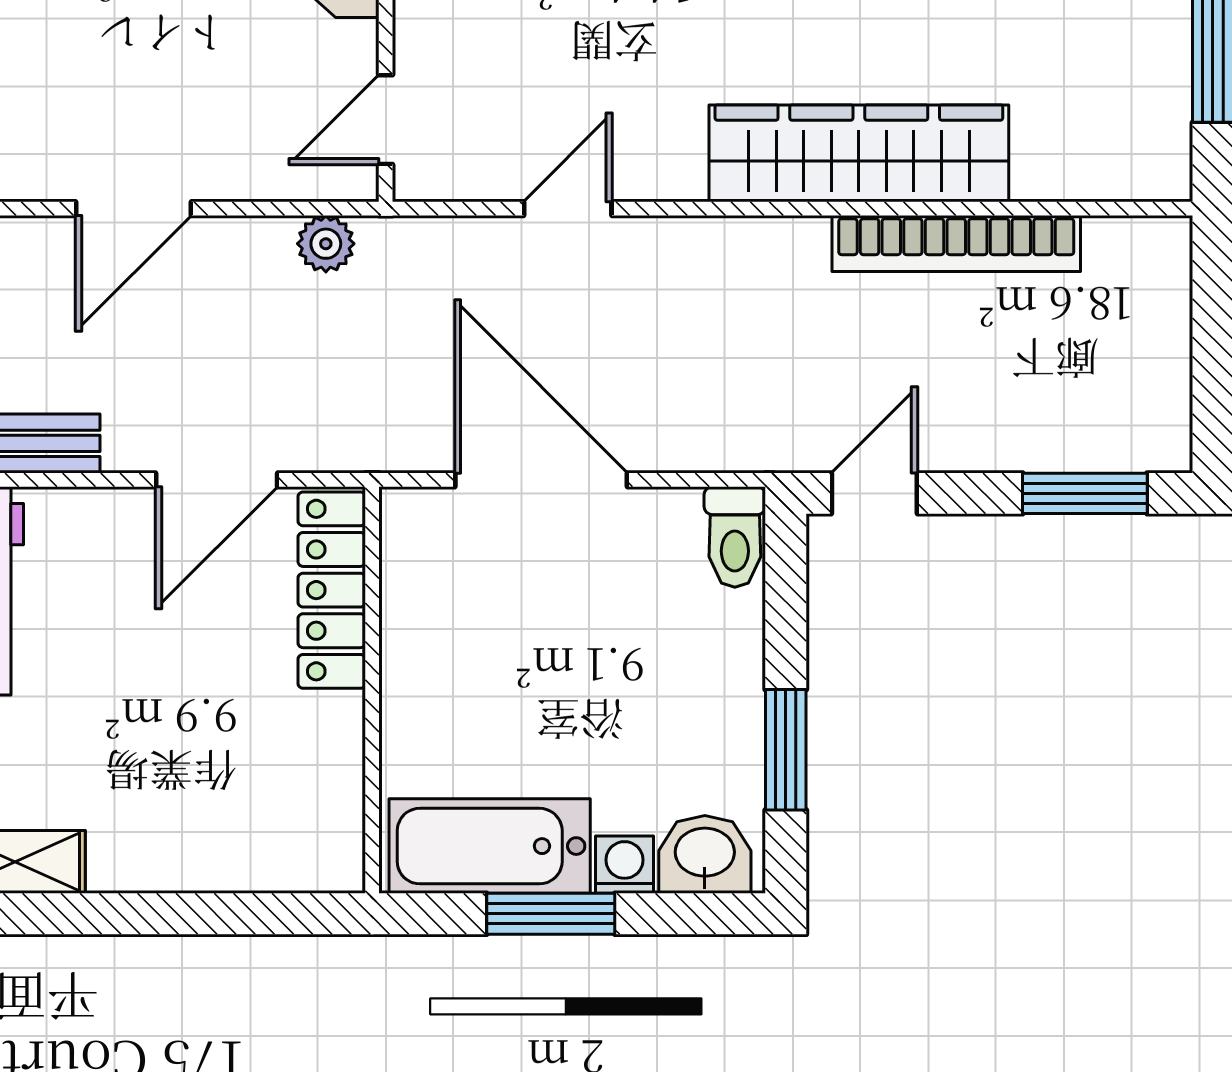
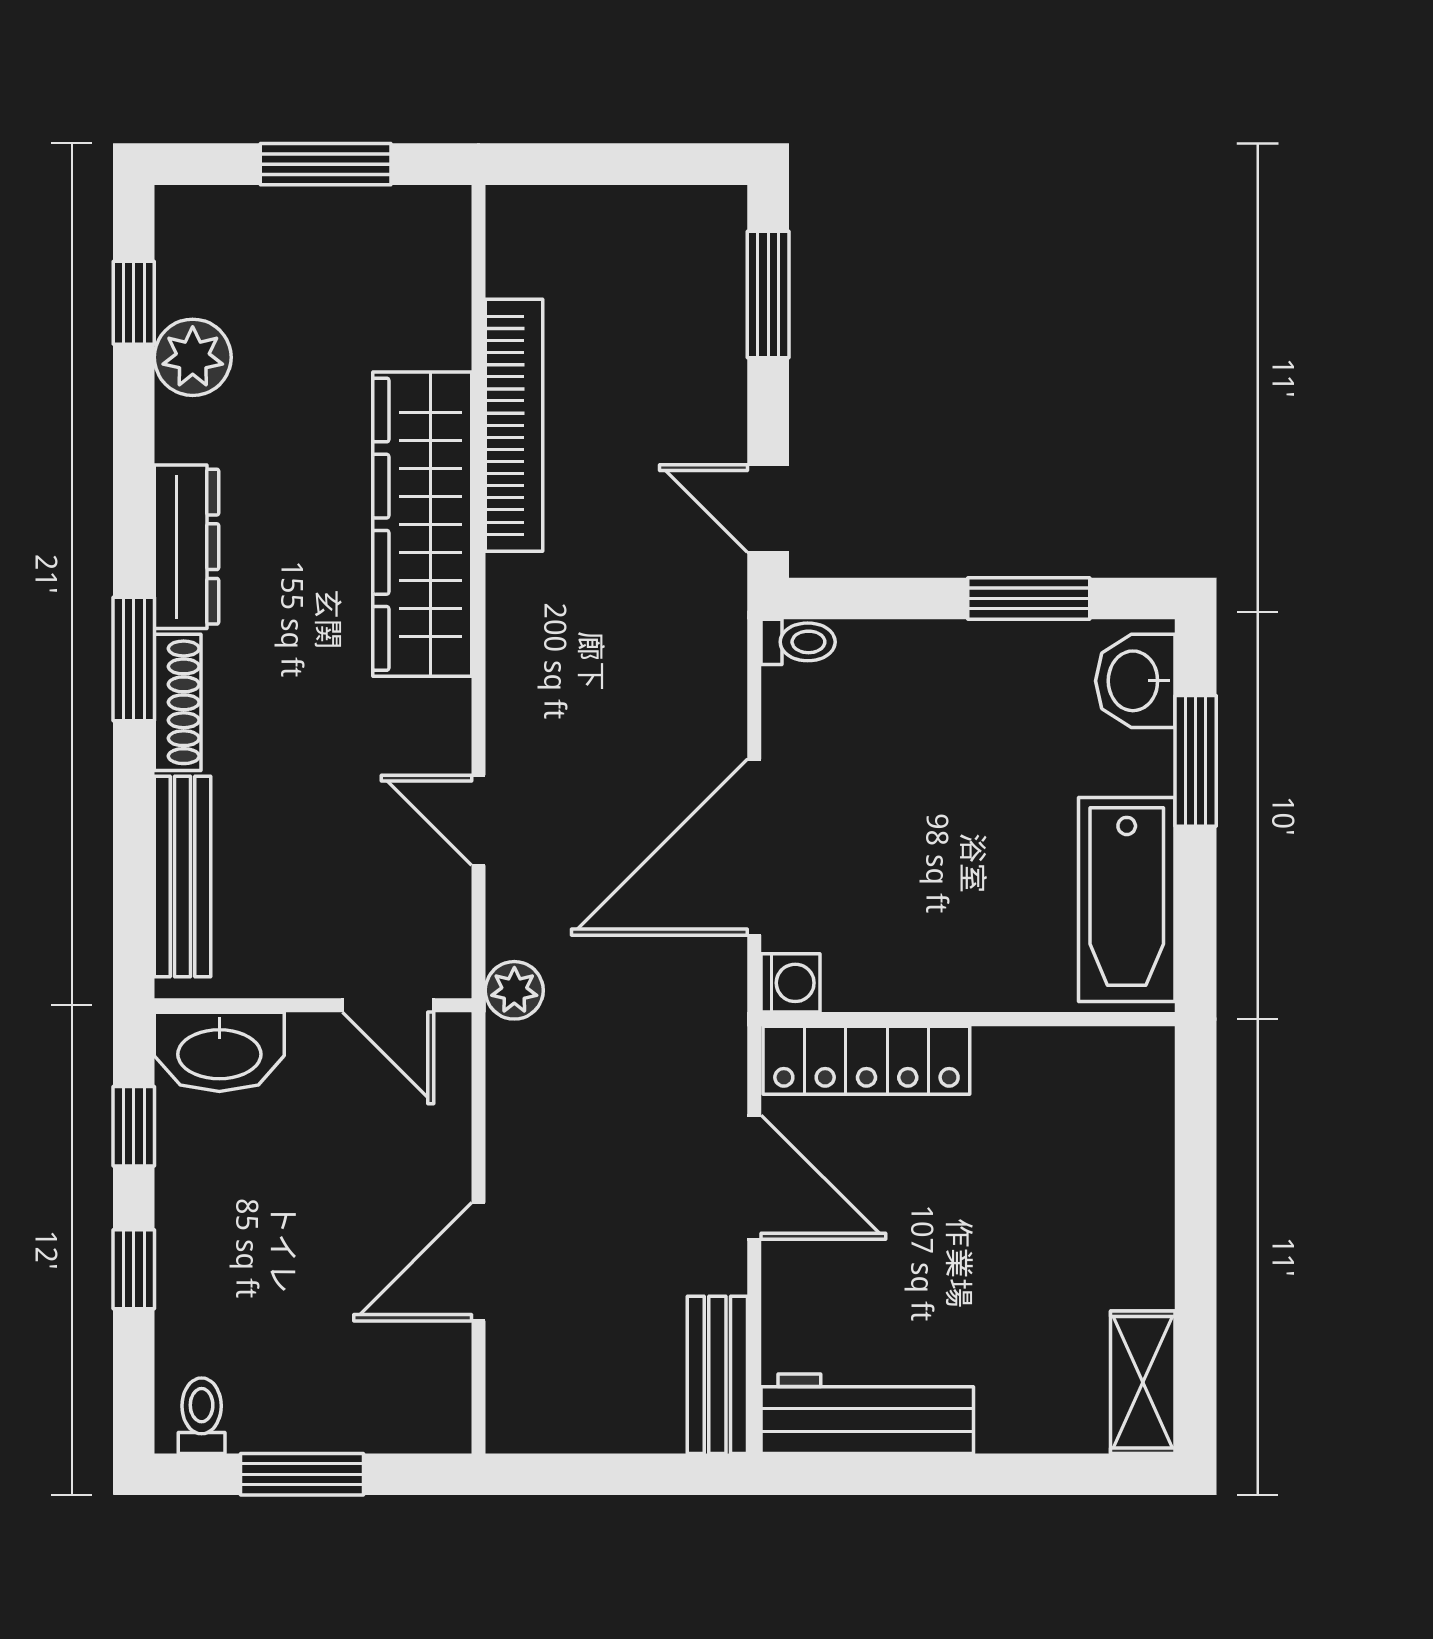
door: (134, 209) -> (478, 1262), swing flipped
plant: (326, 244) -> (514, 990), moved
toilet: (735, 537) -> (798, 642), width x0.73, depth x0.72
washing machine: (624, 865) -> (791, 983), moved, turned 180
window: (551, 914) -> (1196, 761), moved

